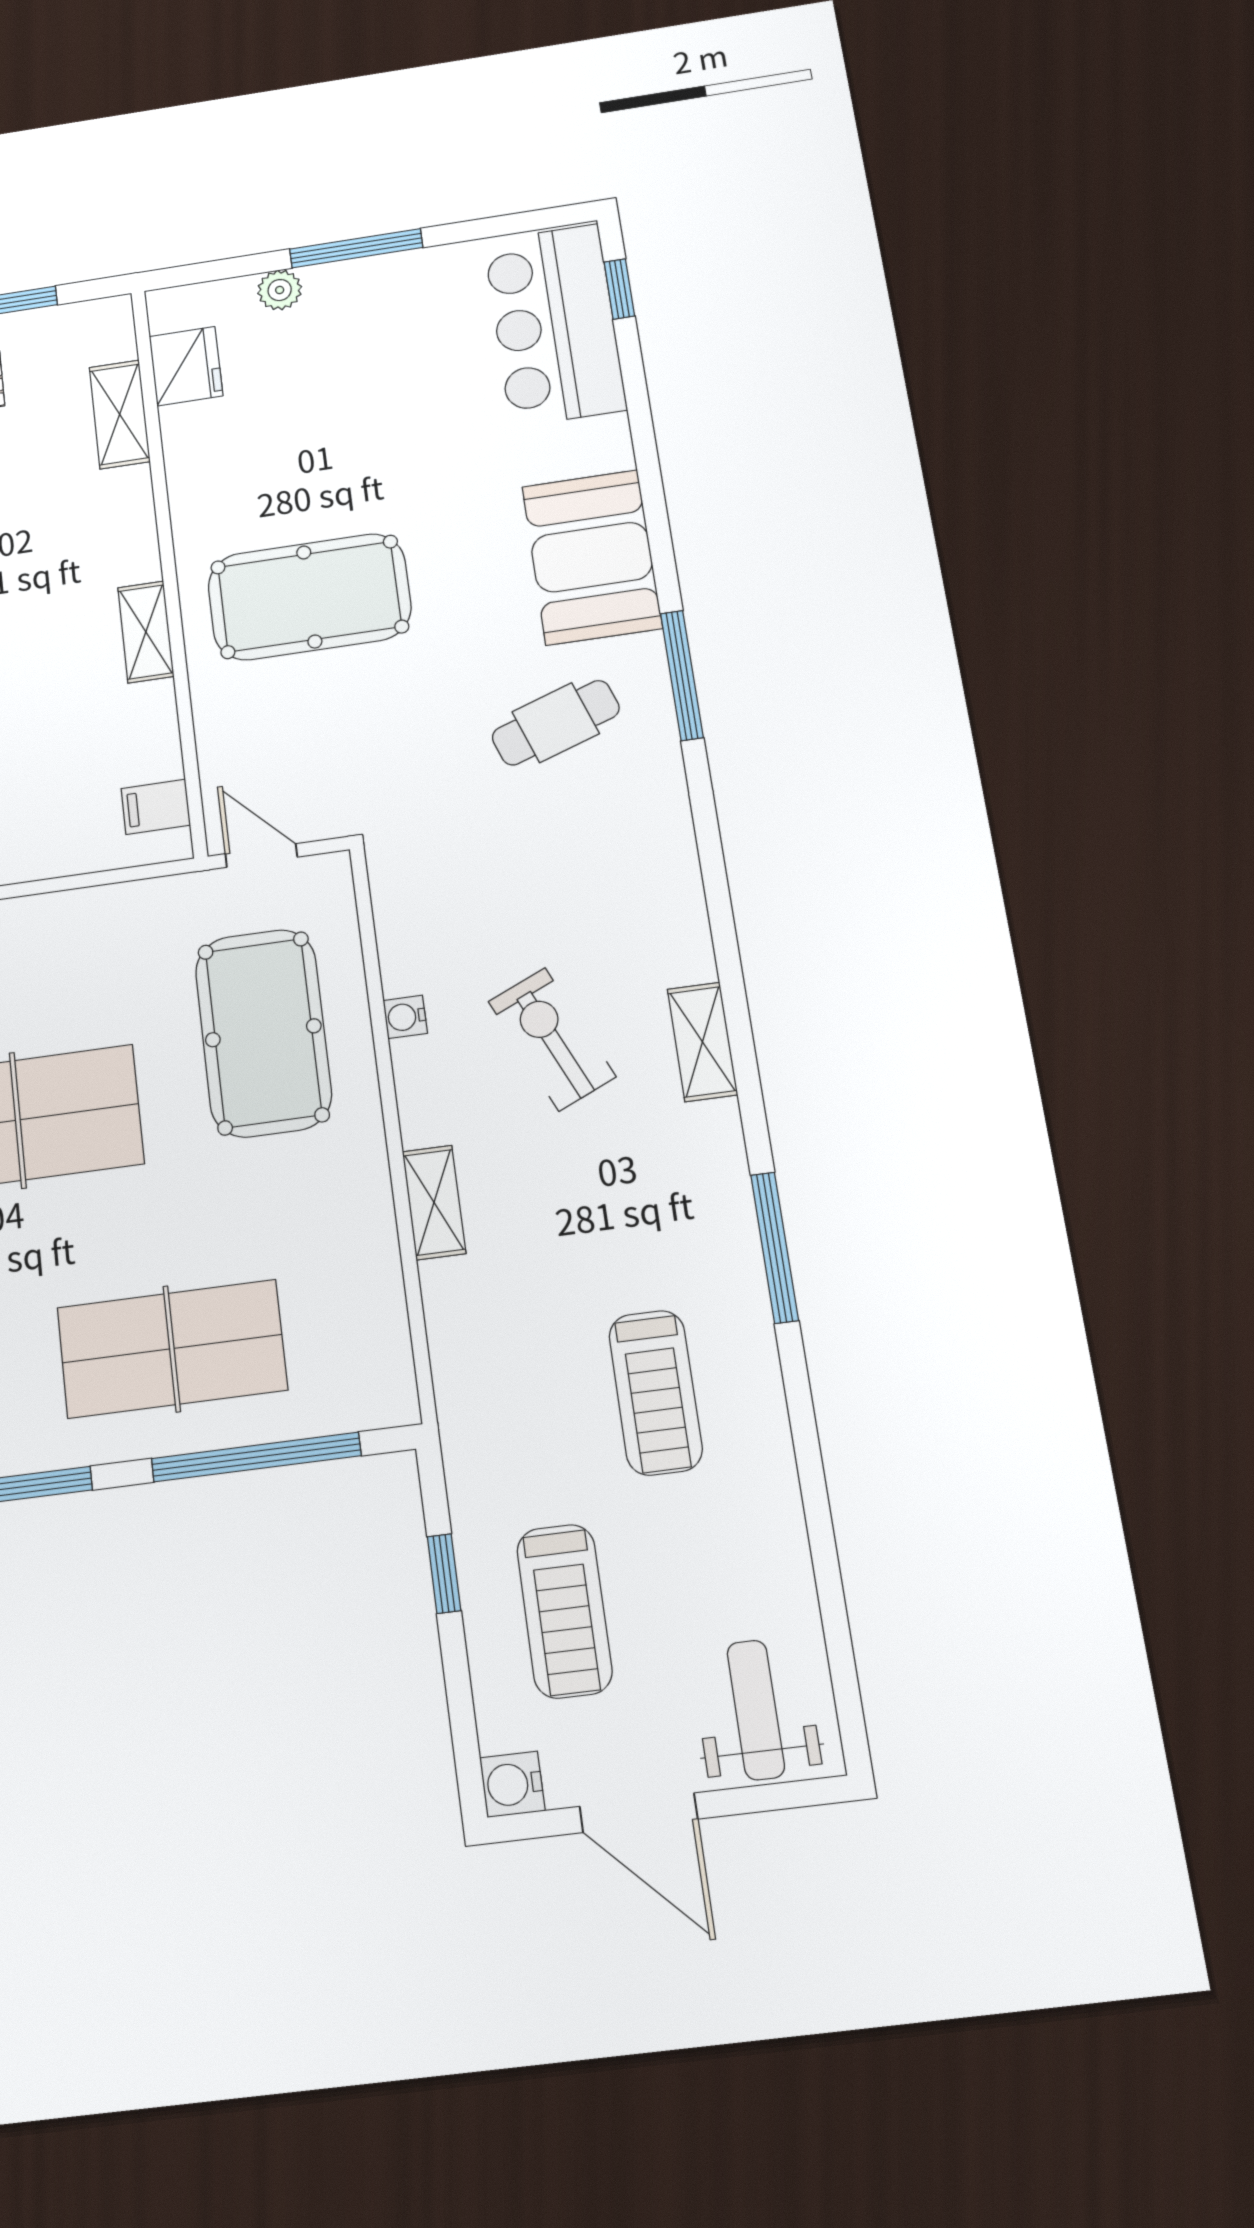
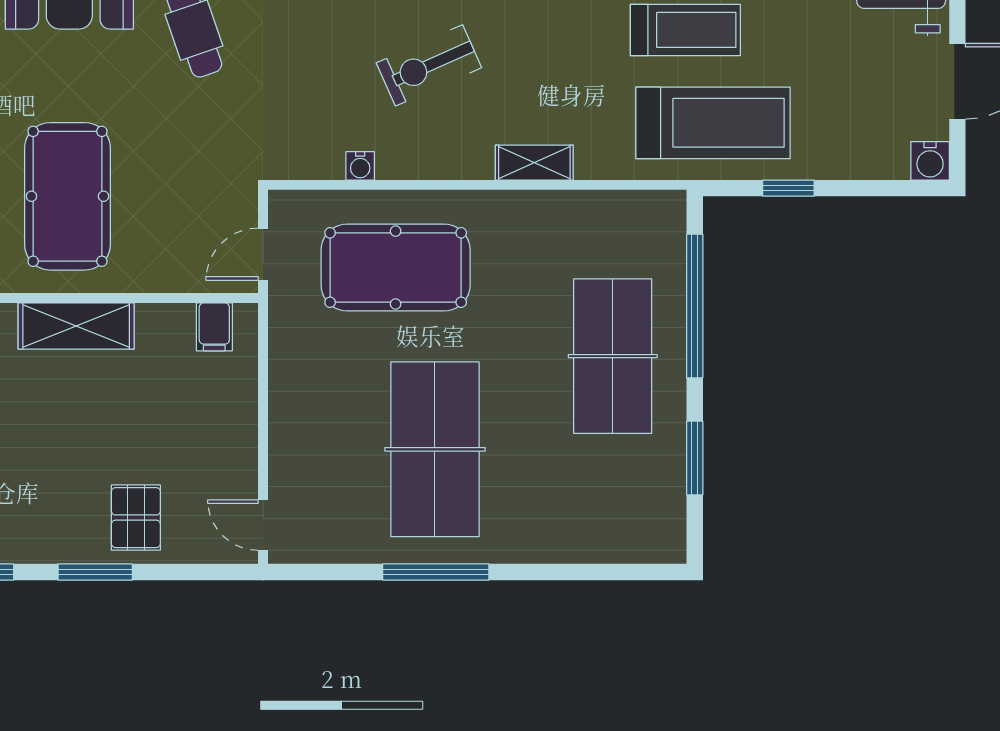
shelving: (146, 632) -> (76, 326), width x1.50, depth x1.33
water cooler: (405, 1017) -> (360, 166), moved
treadmill: (564, 1611) -> (713, 123), moved, width x1.37, depth x1.38

